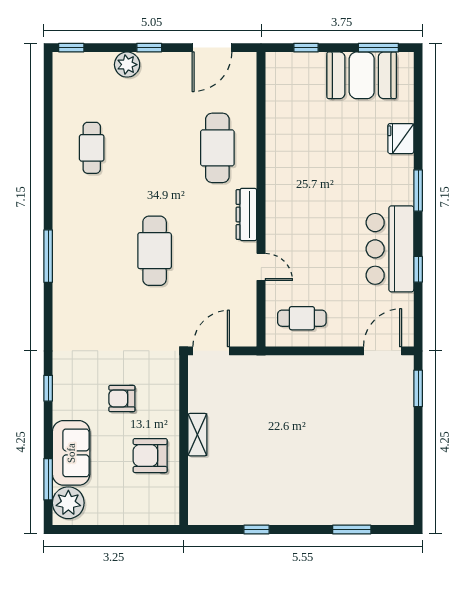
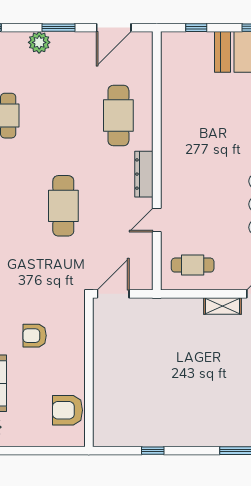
window: (149, 48) -> (59, 28), width x1.50
door: (261, 267) -> (157, 220), swing flipped
shelving: (197, 435) -> (223, 306), moved, turned 90
armchair: (150, 456) -> (68, 410), moved

